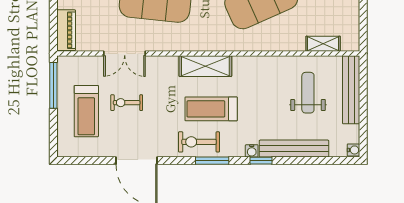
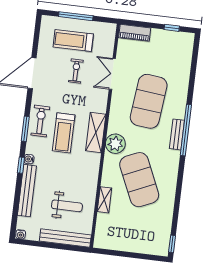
plant: (217, 38) -> (115, 144), added
shelving: (323, 44) -> (104, 200), moved
window: (53, 85) -> (76, 16), moved
treadmill: (211, 109) -> (64, 133), turned 180

